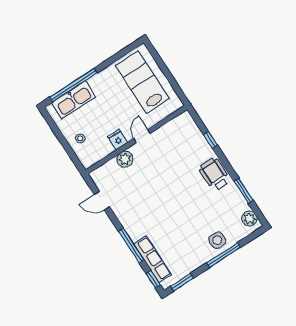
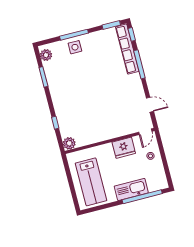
kitchen sink: (74, 100) -> (131, 189), moved
door: (142, 136) -> (145, 132), moved
fridge: (118, 140) -> (124, 148), width x1.88, depth x1.34
plant: (125, 159) -> (69, 143), moved
wheelchair: (215, 174) -> (61, 96), removed
row of seats: (153, 259) -> (127, 49), width x1.36

